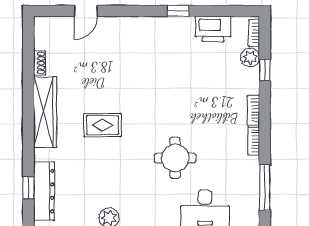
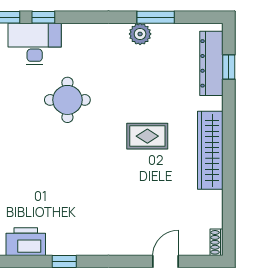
shoe rack: (40, 63) -> (216, 242), moved

